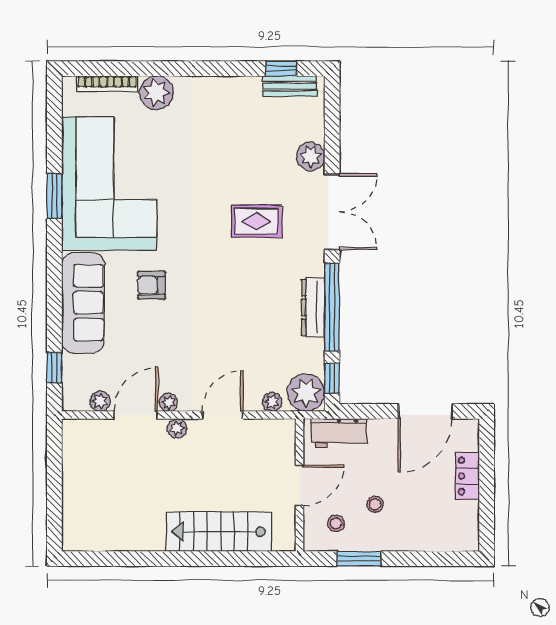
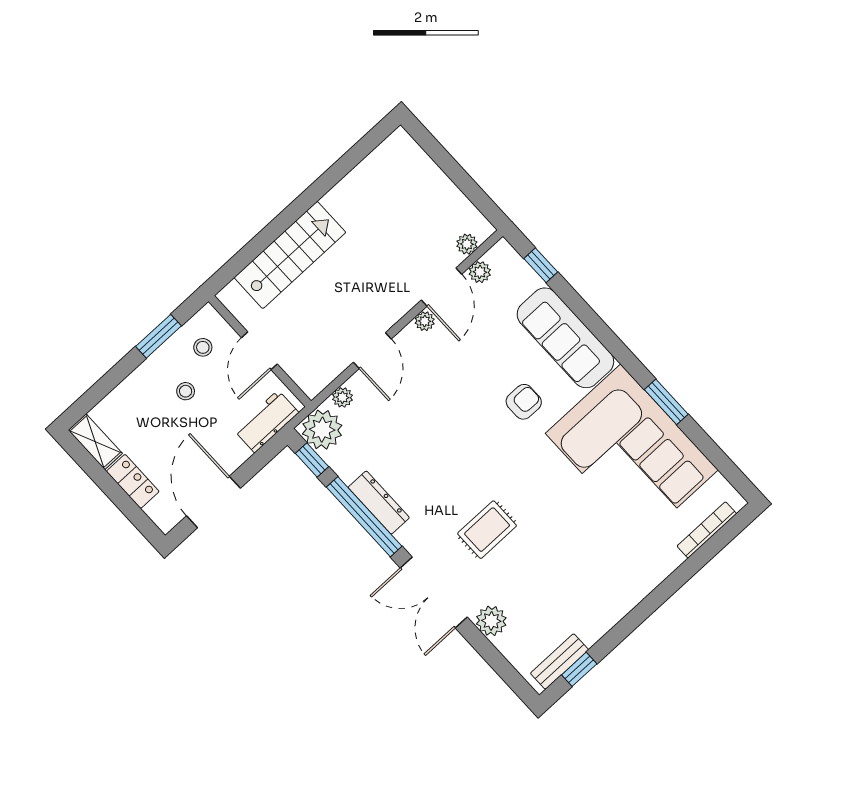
plant: (156, 93) -> (661, 559), removed
plant: (177, 428) -> (467, 244), moved
shelving: (468, 526) -> (95, 442), added

